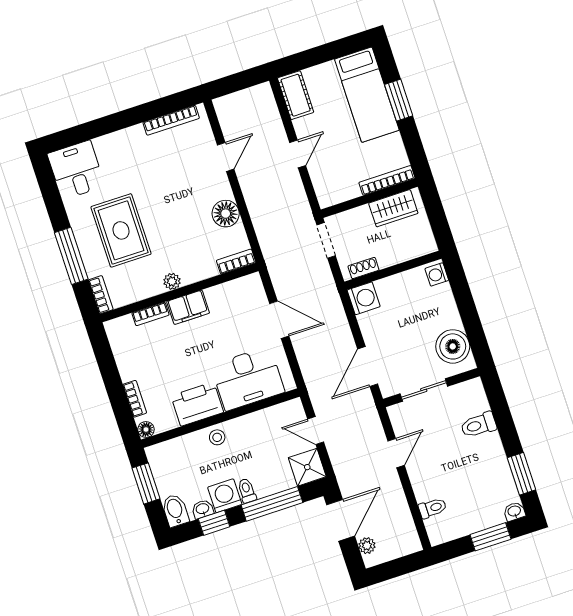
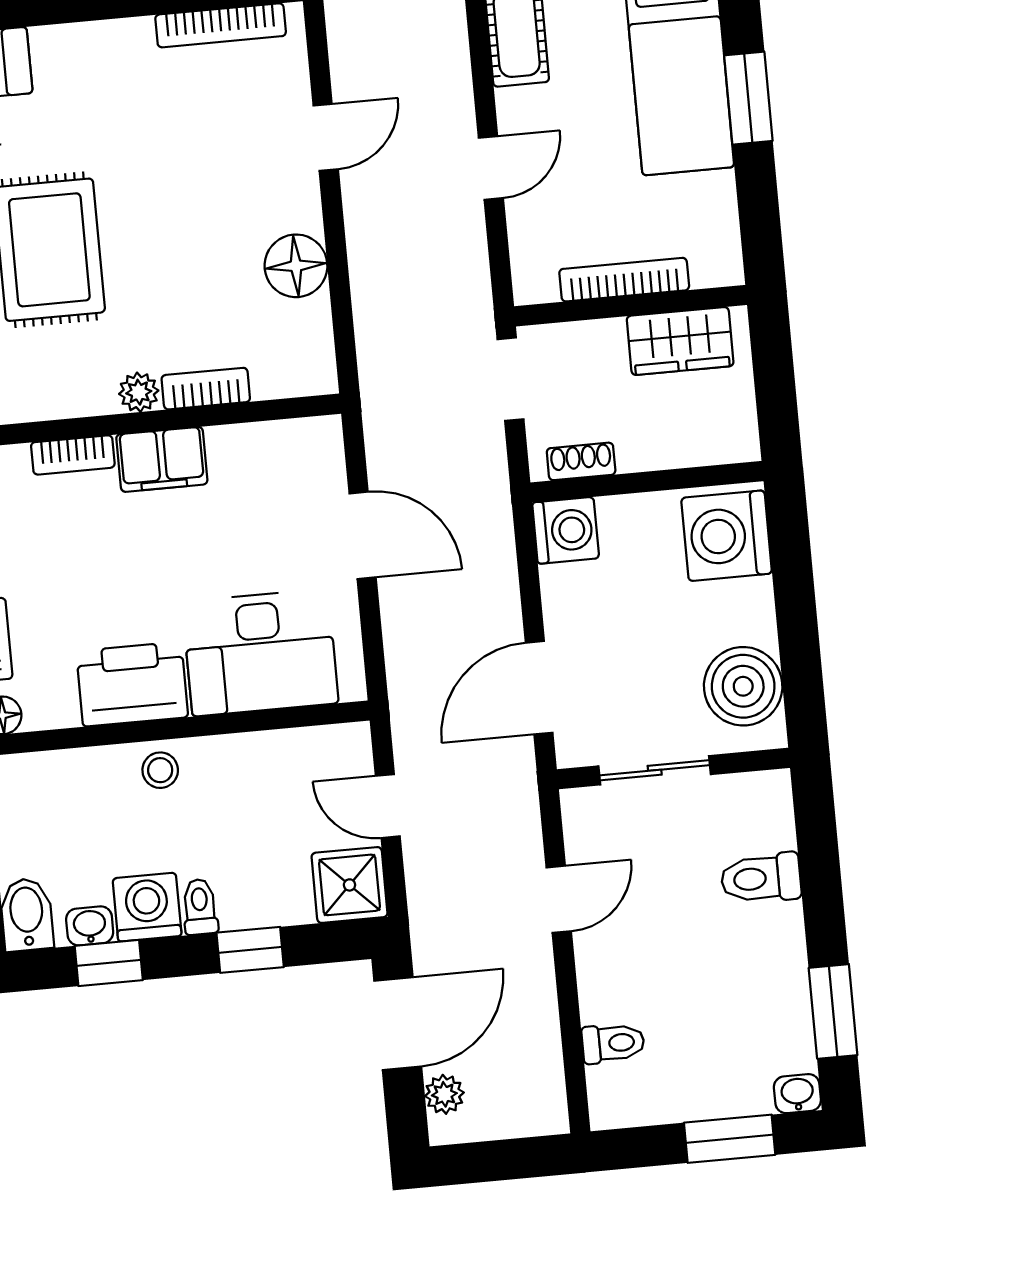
bookcase: (387, 180) -> (624, 280), moved
bookcase: (236, 262) -> (206, 389), moved
washing machine: (437, 274) -> (727, 536), width x1.89, depth x1.89
window: (272, 504) -> (250, 950), width x0.46

